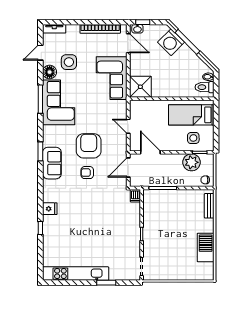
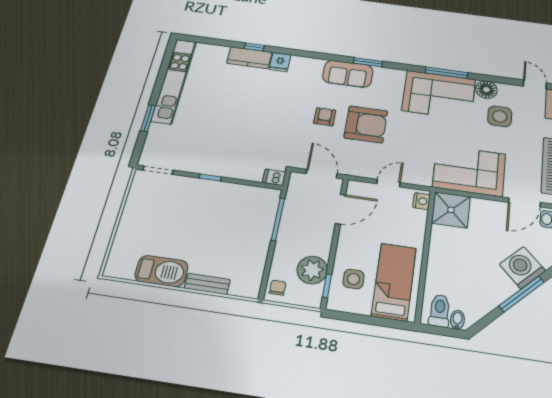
door: (40, 53) -> (535, 85), moved
nightstand: (137, 105) -> (421, 201), added
bench: (209, 206) -> (207, 284), moved
kitchen counter: (50, 229) -> (249, 58), added

